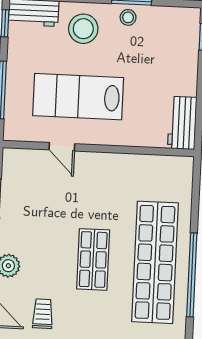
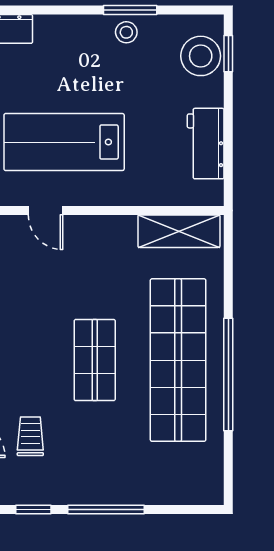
stool: (83, 29) -> (201, 56), moved
workbench: (182, 123) -> (206, 144), moved
shelving: (160, 167) -> (179, 231), added

